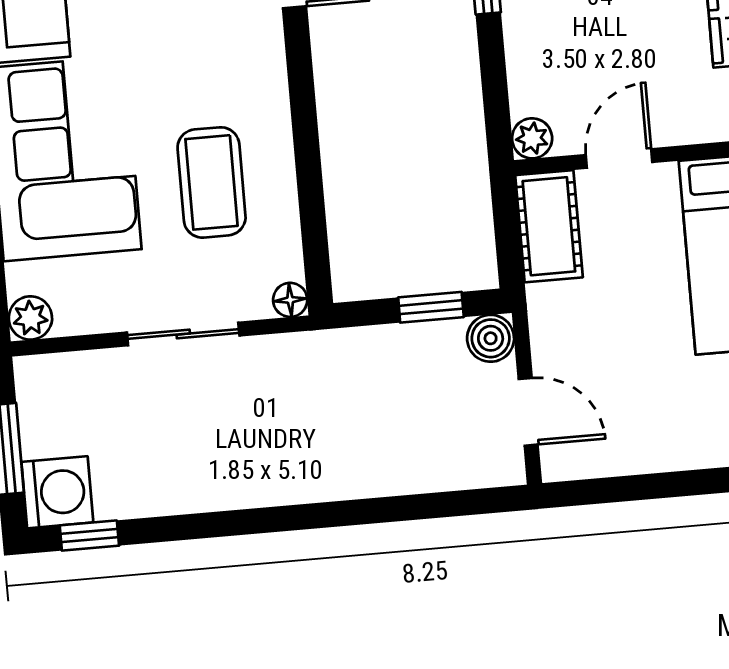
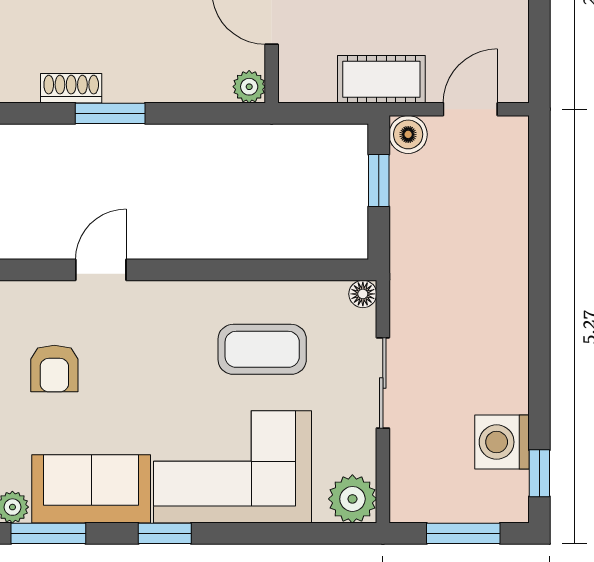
cot: (549, 226) -> (381, 79), moved
plant: (30, 318) -> (352, 499), width x1.38, depth x1.38
washing machine: (57, 492) -> (502, 442), moved, turned -90

